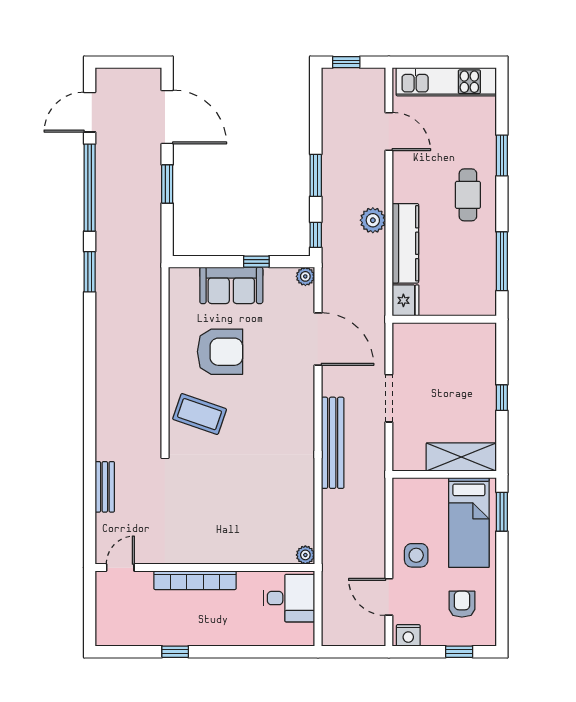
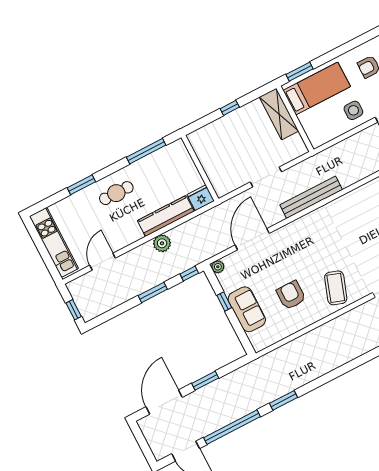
armchair: (220, 352) -> (291, 295), width x0.73, depth x0.73

